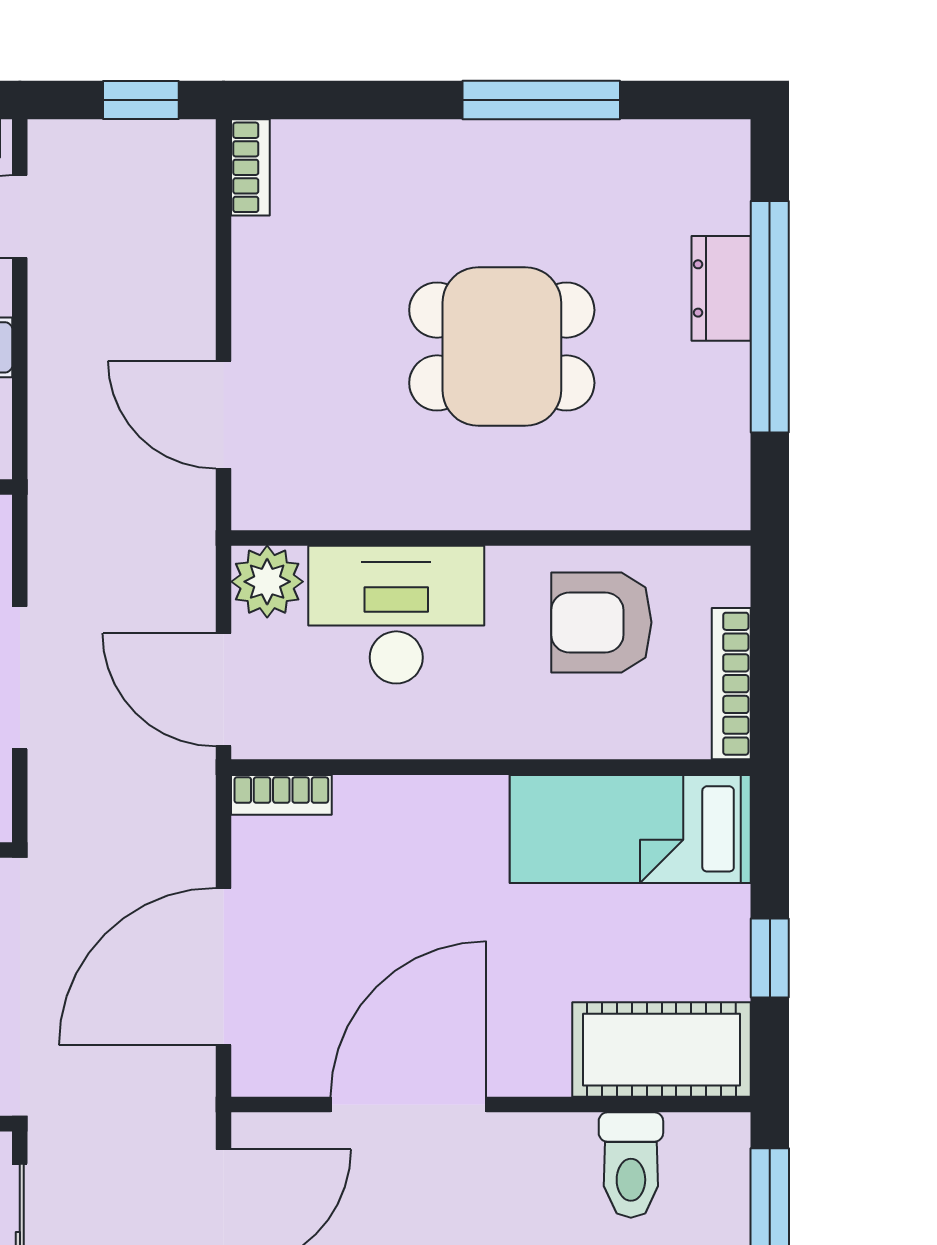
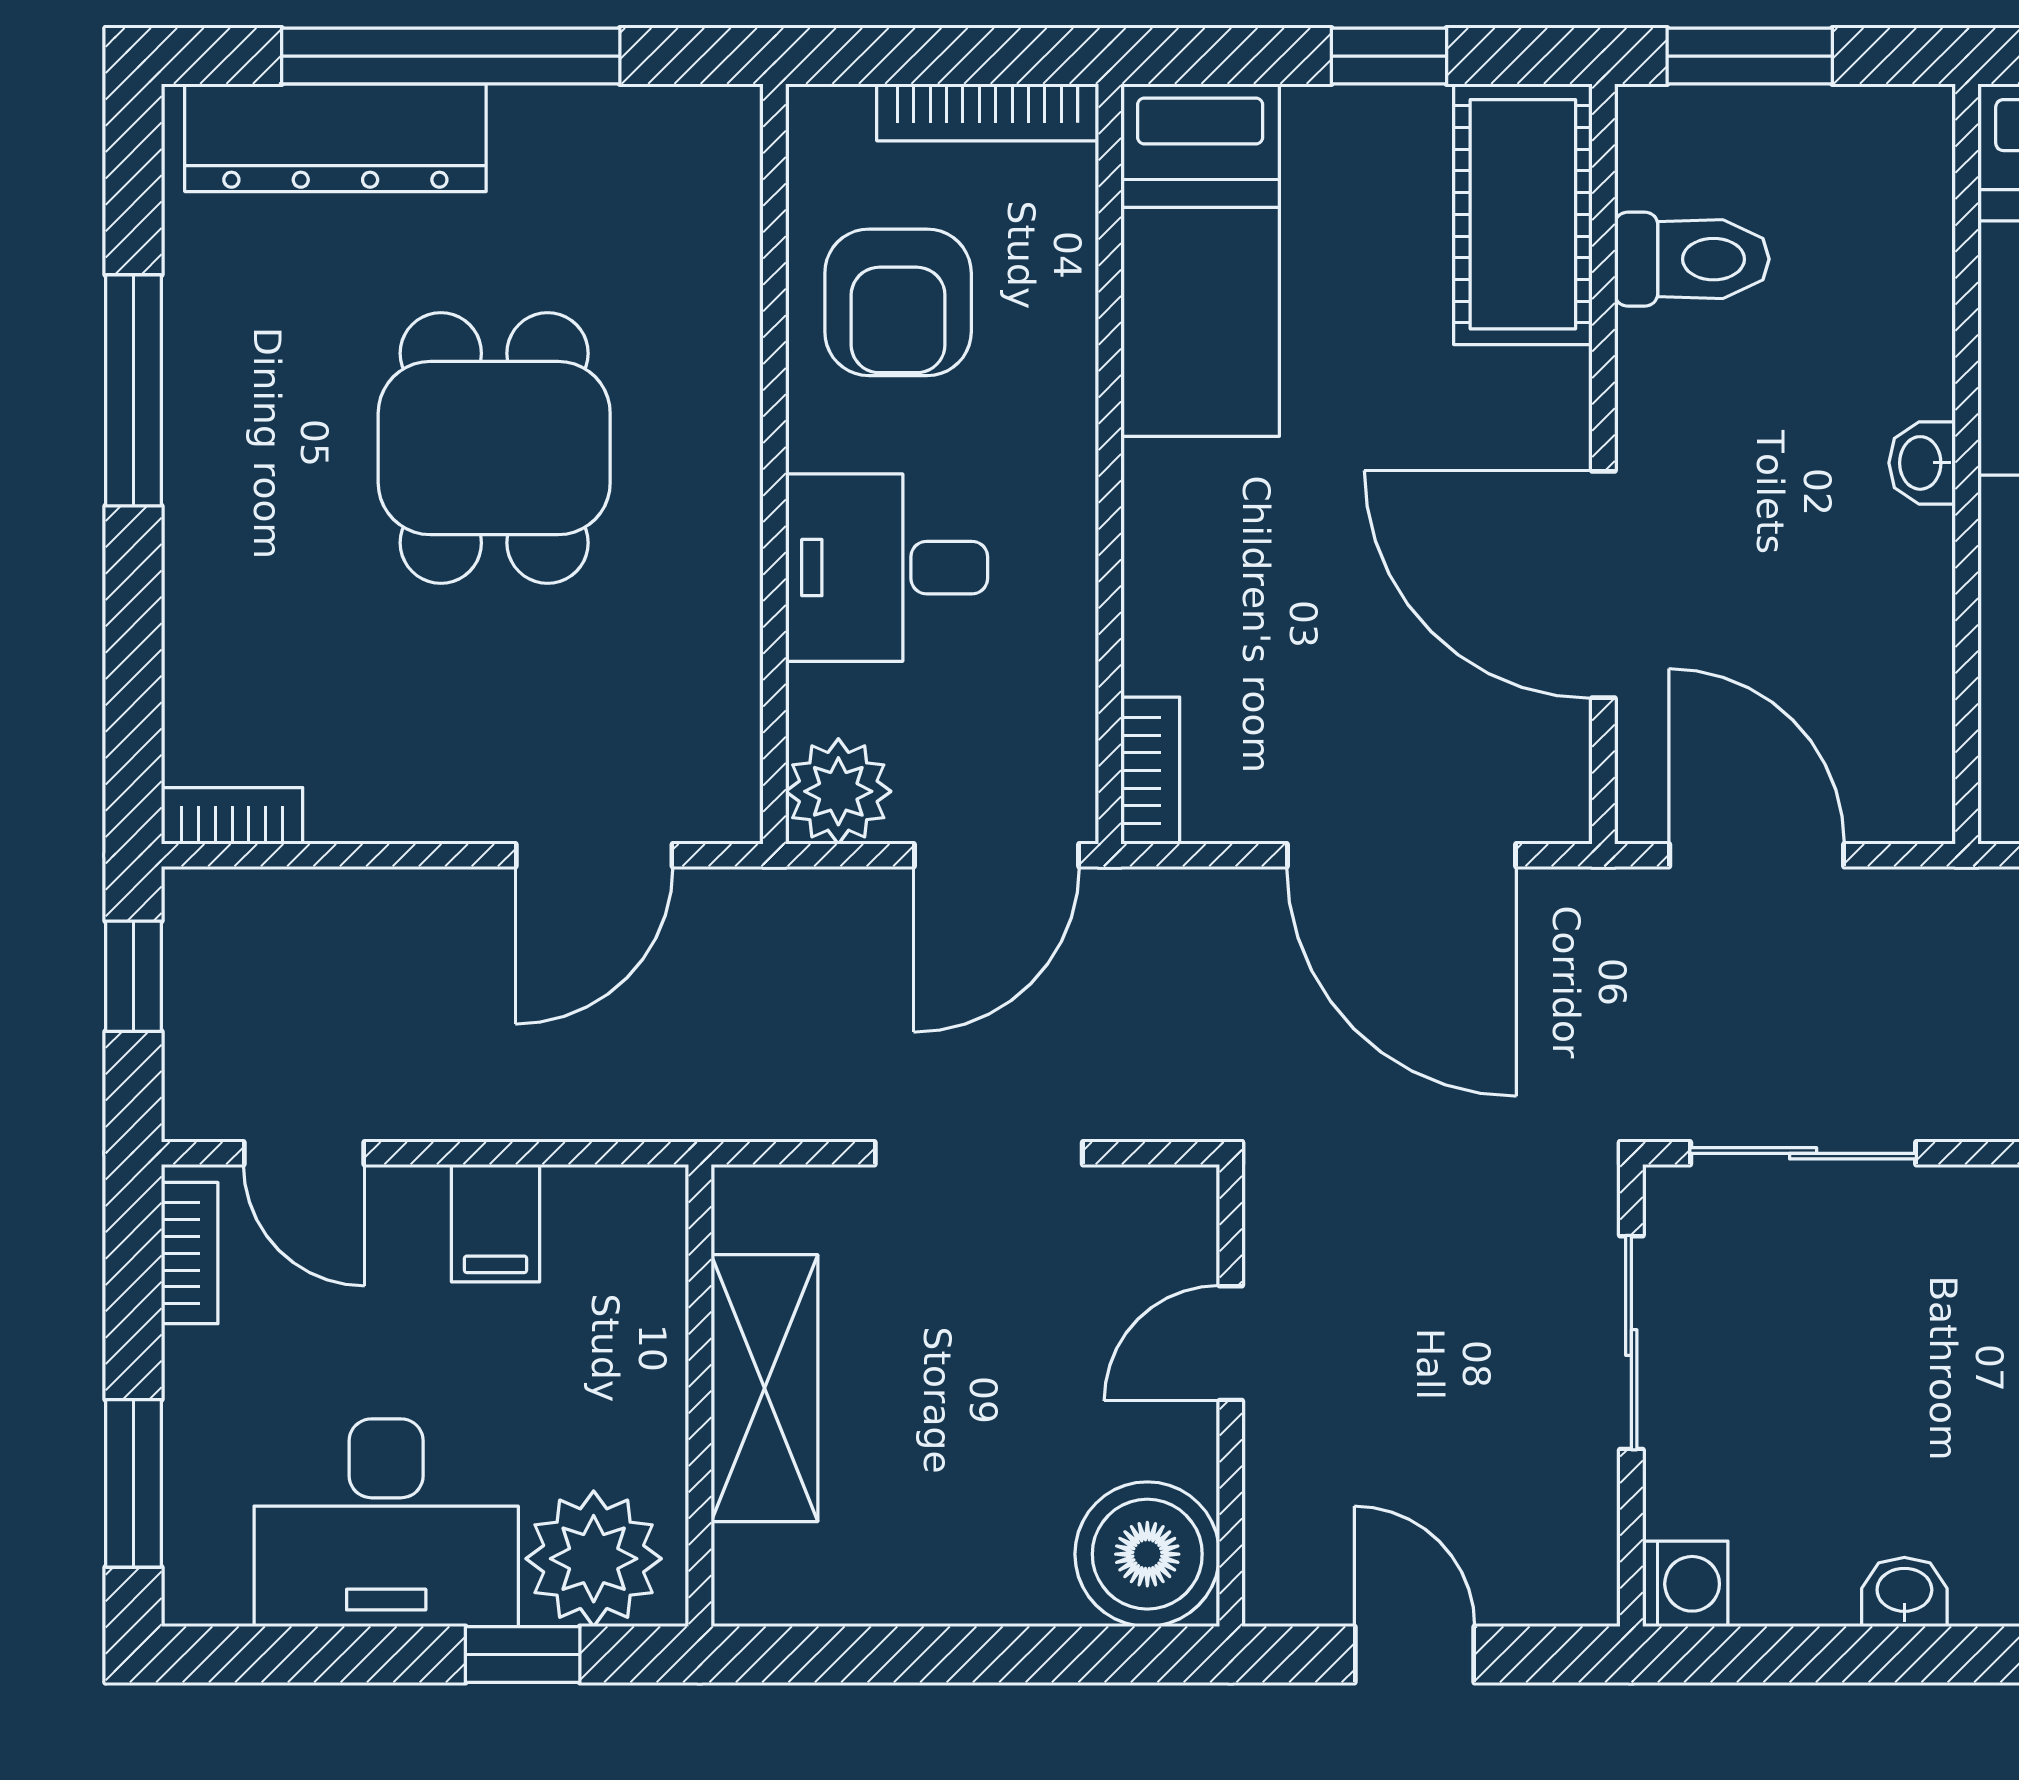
dresser: (721, 288) -> (335, 138), width x1.96, depth x1.24
desk: (396, 615) -> (887, 568), width x0.73

